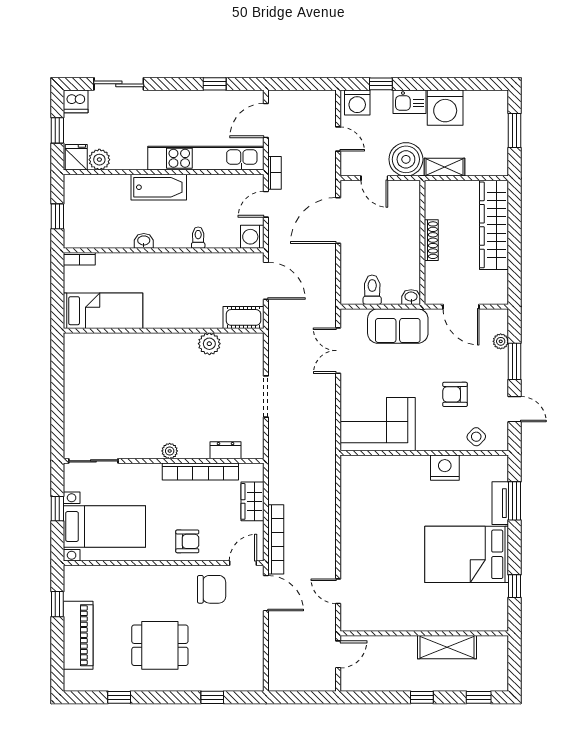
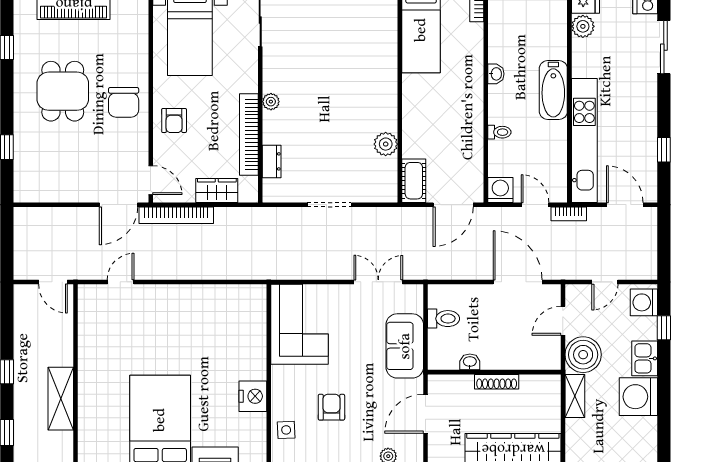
washbasin: (411, 297) -> (470, 362), moved, turned -90
side table: (476, 437) -> (286, 430), turned 45
chair: (212, 589) -> (124, 102), moved

